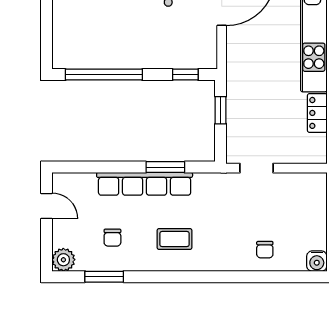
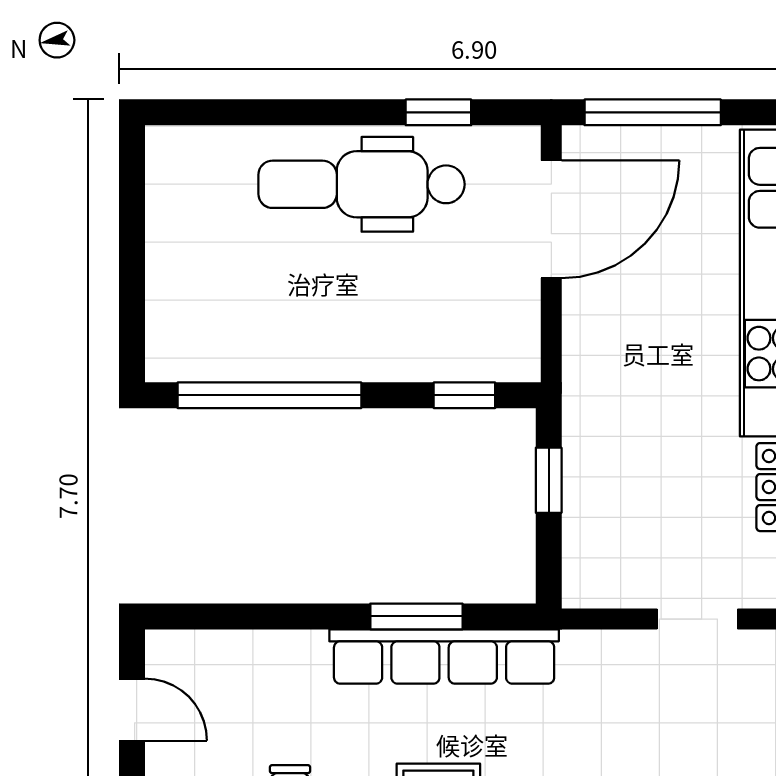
doorway: (256, 168) -> (697, 619), moved
row of seats: (145, 184) -> (444, 656), moved

